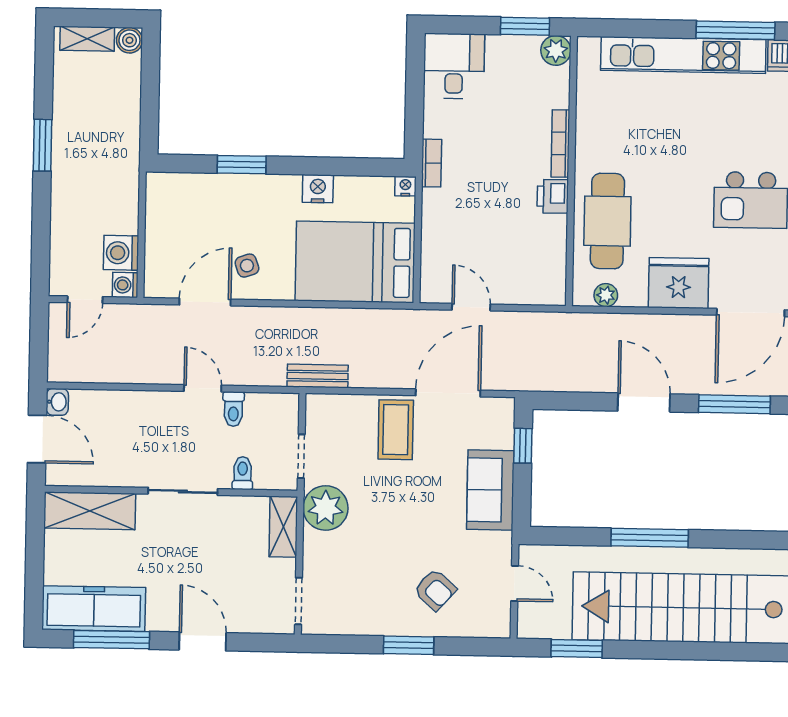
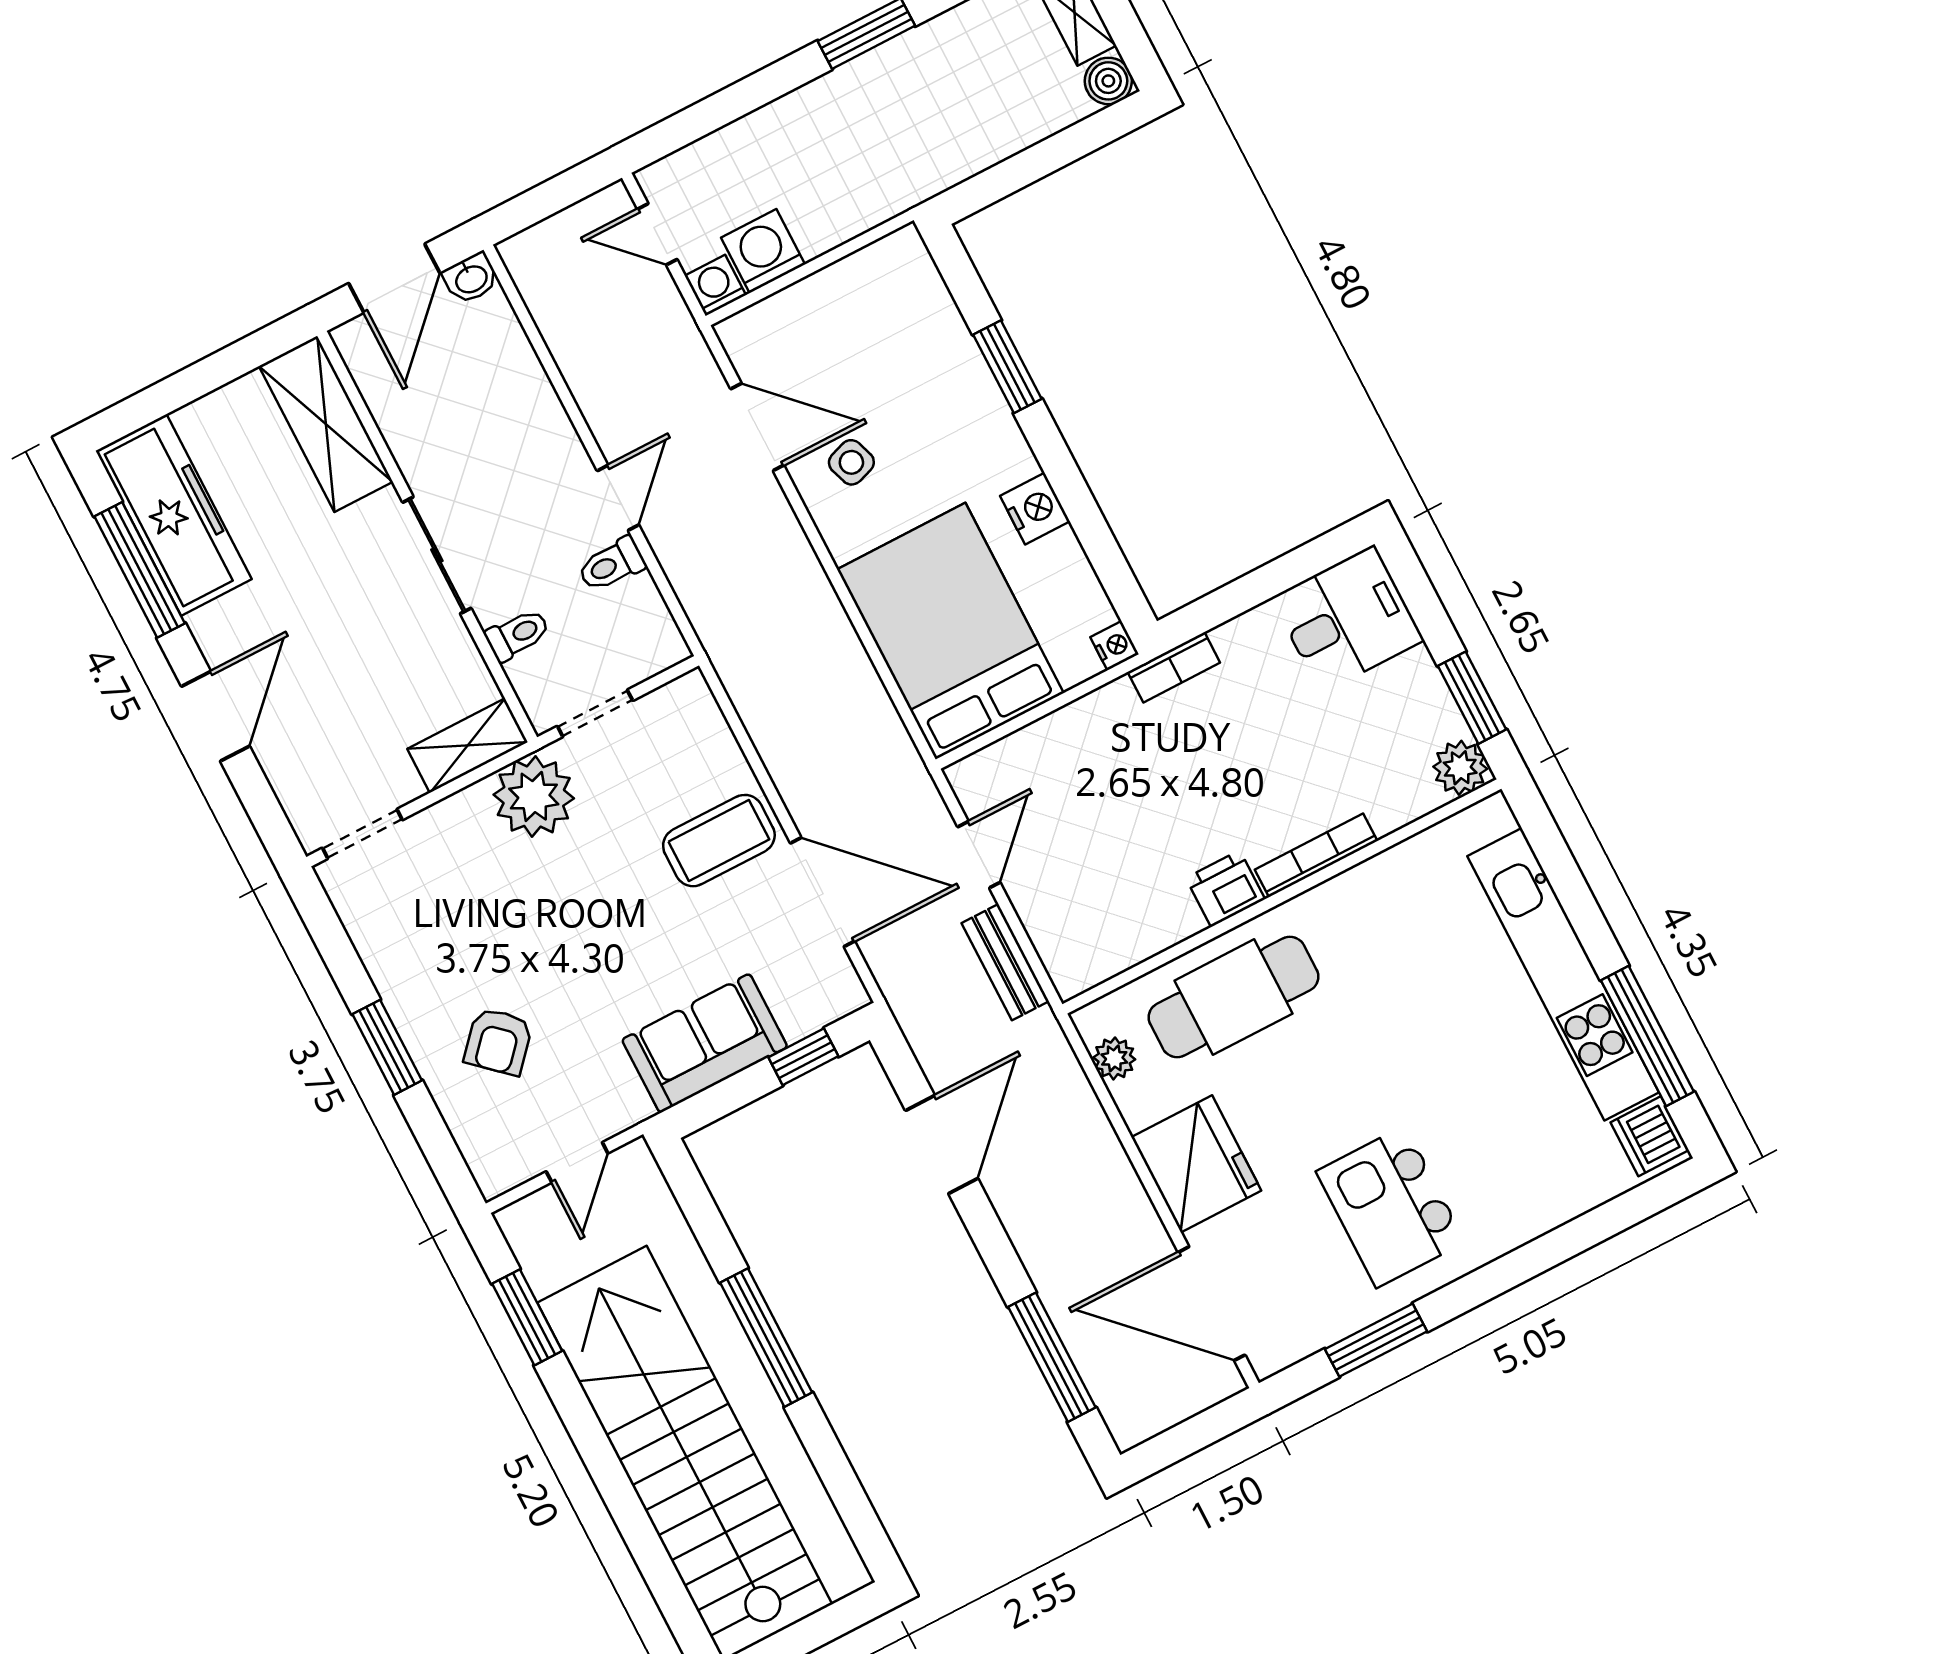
bench: (318, 376) -> (1005, 962), moved
door: (644, 402) -> (942, 1144), moved

